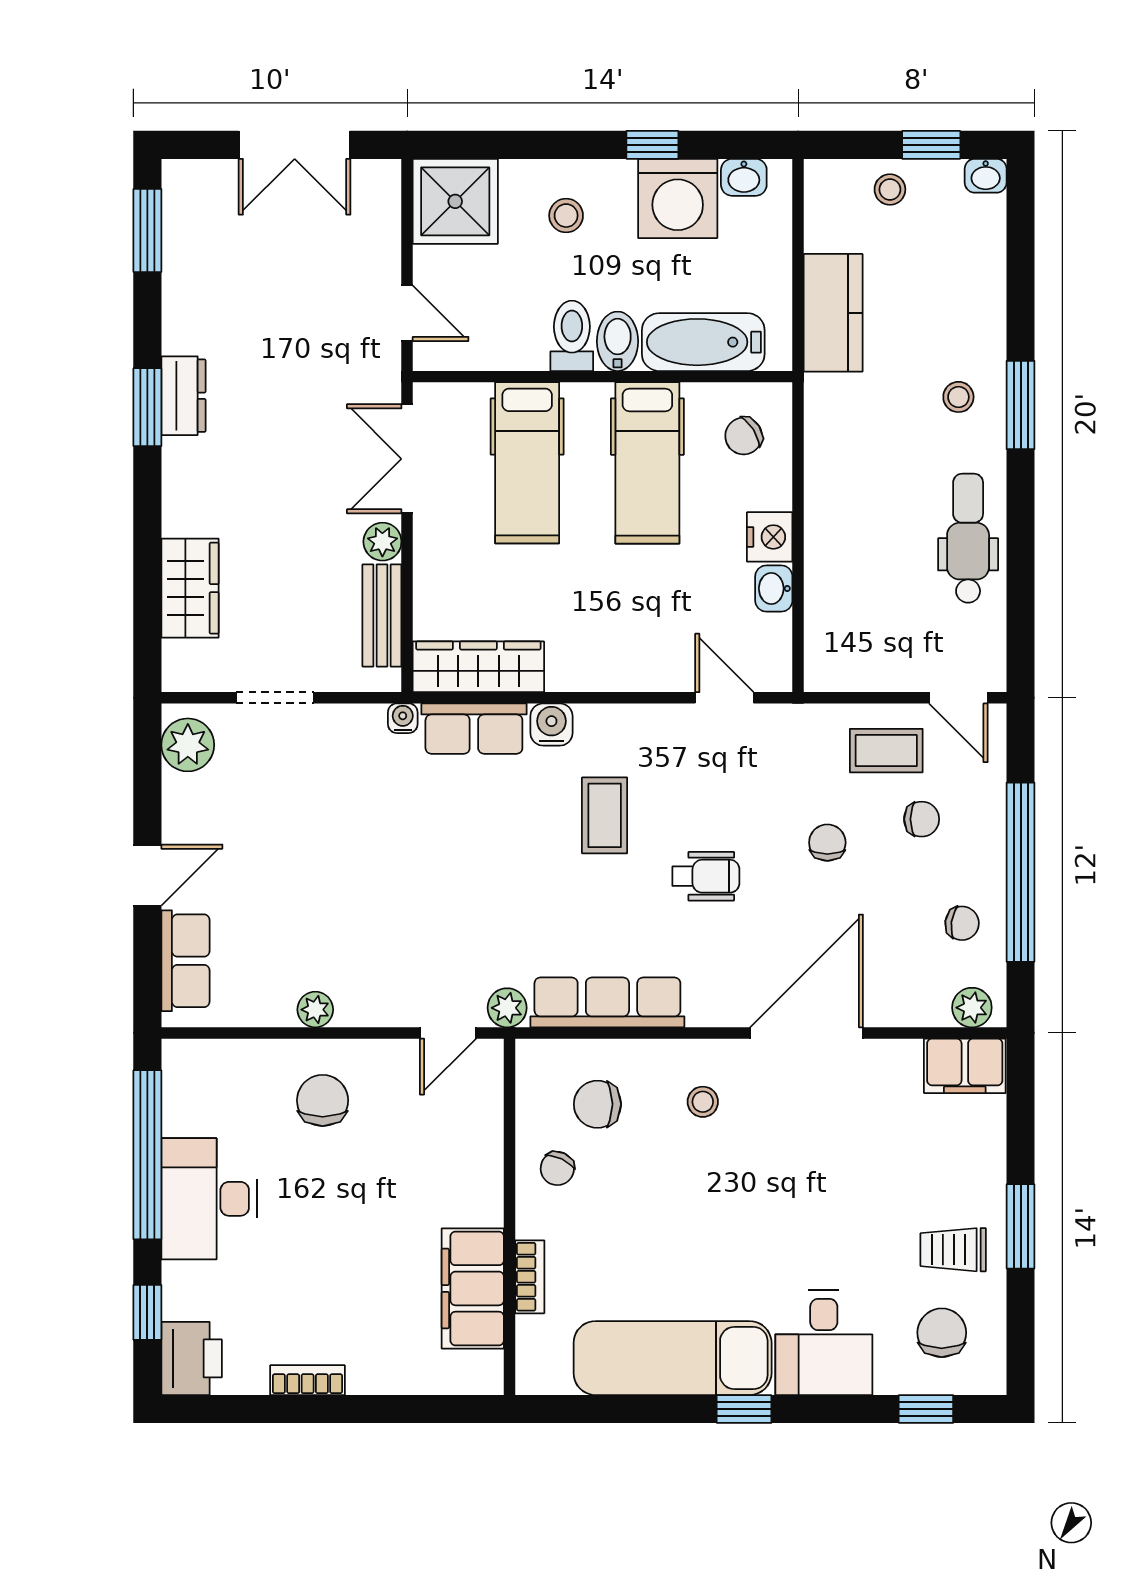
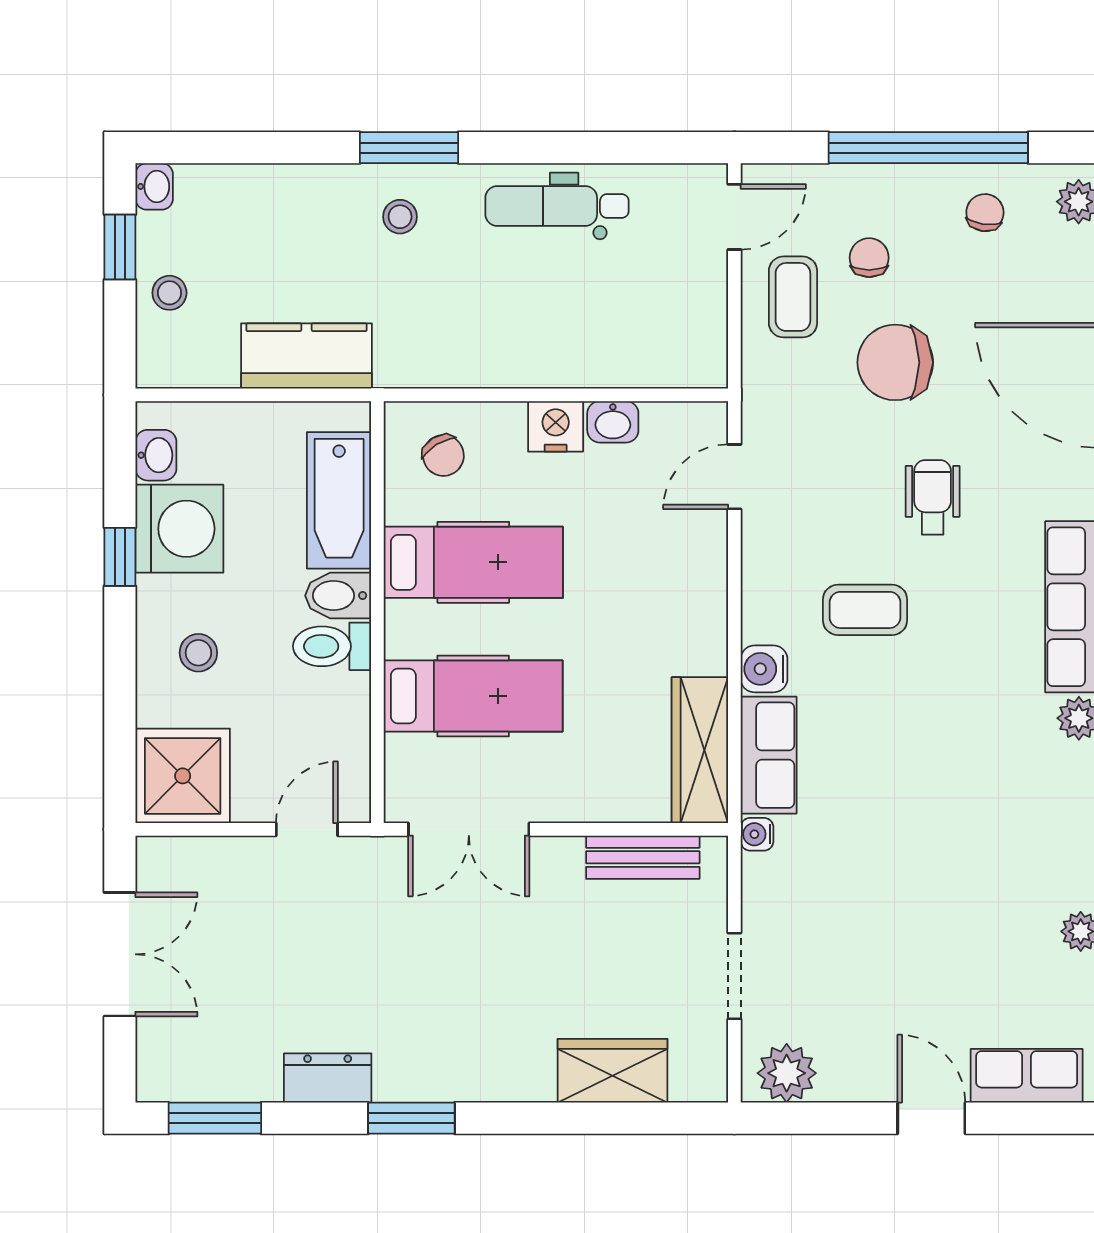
dresser: (183, 396) -> (328, 1078), moved
plant: (382, 542) -> (561, 857), removed
chair: (827, 843) -> (895, 362), width x1.87, depth x1.87

